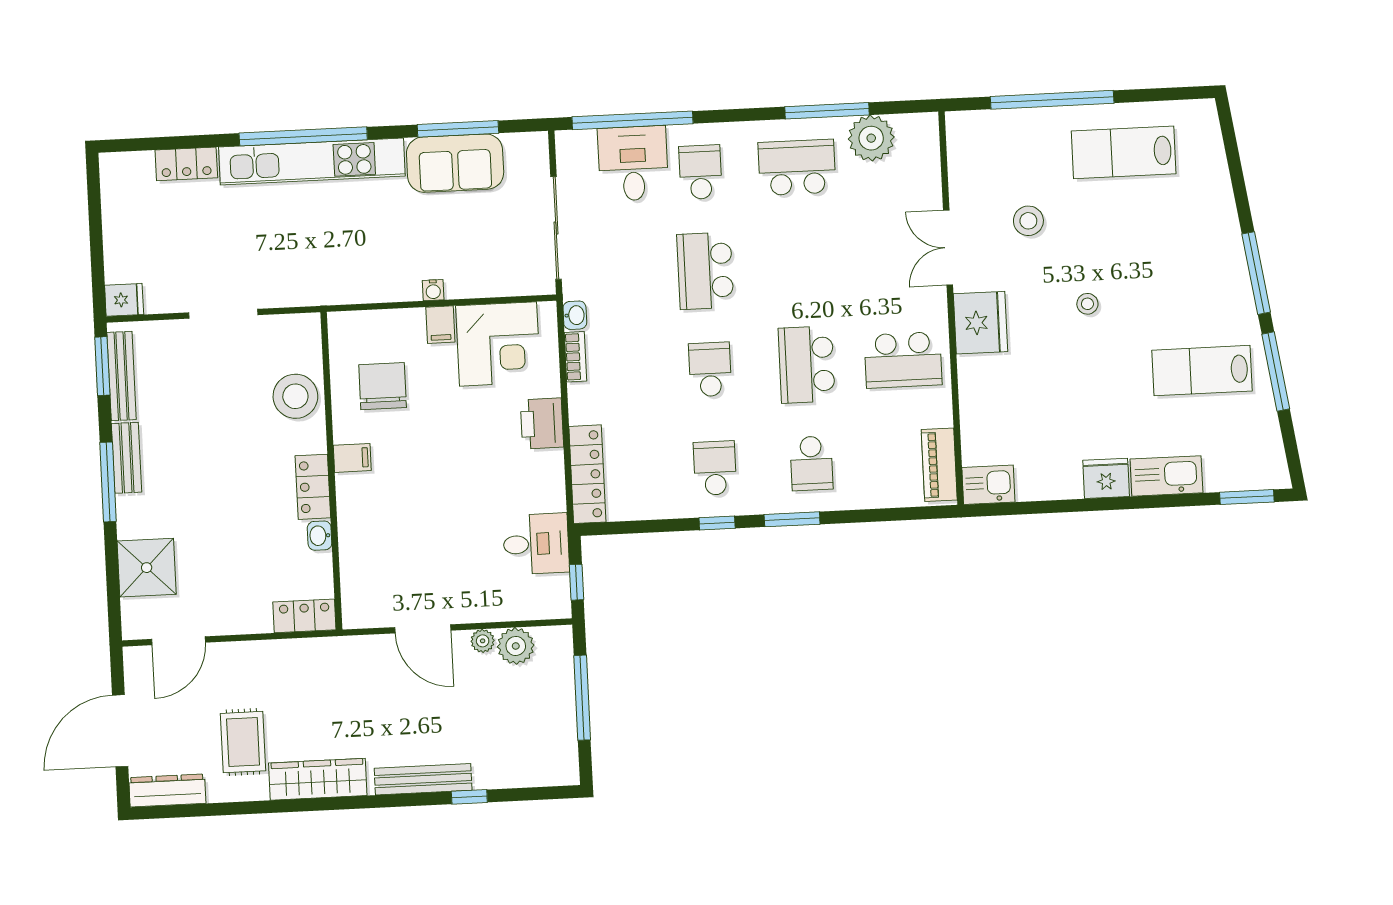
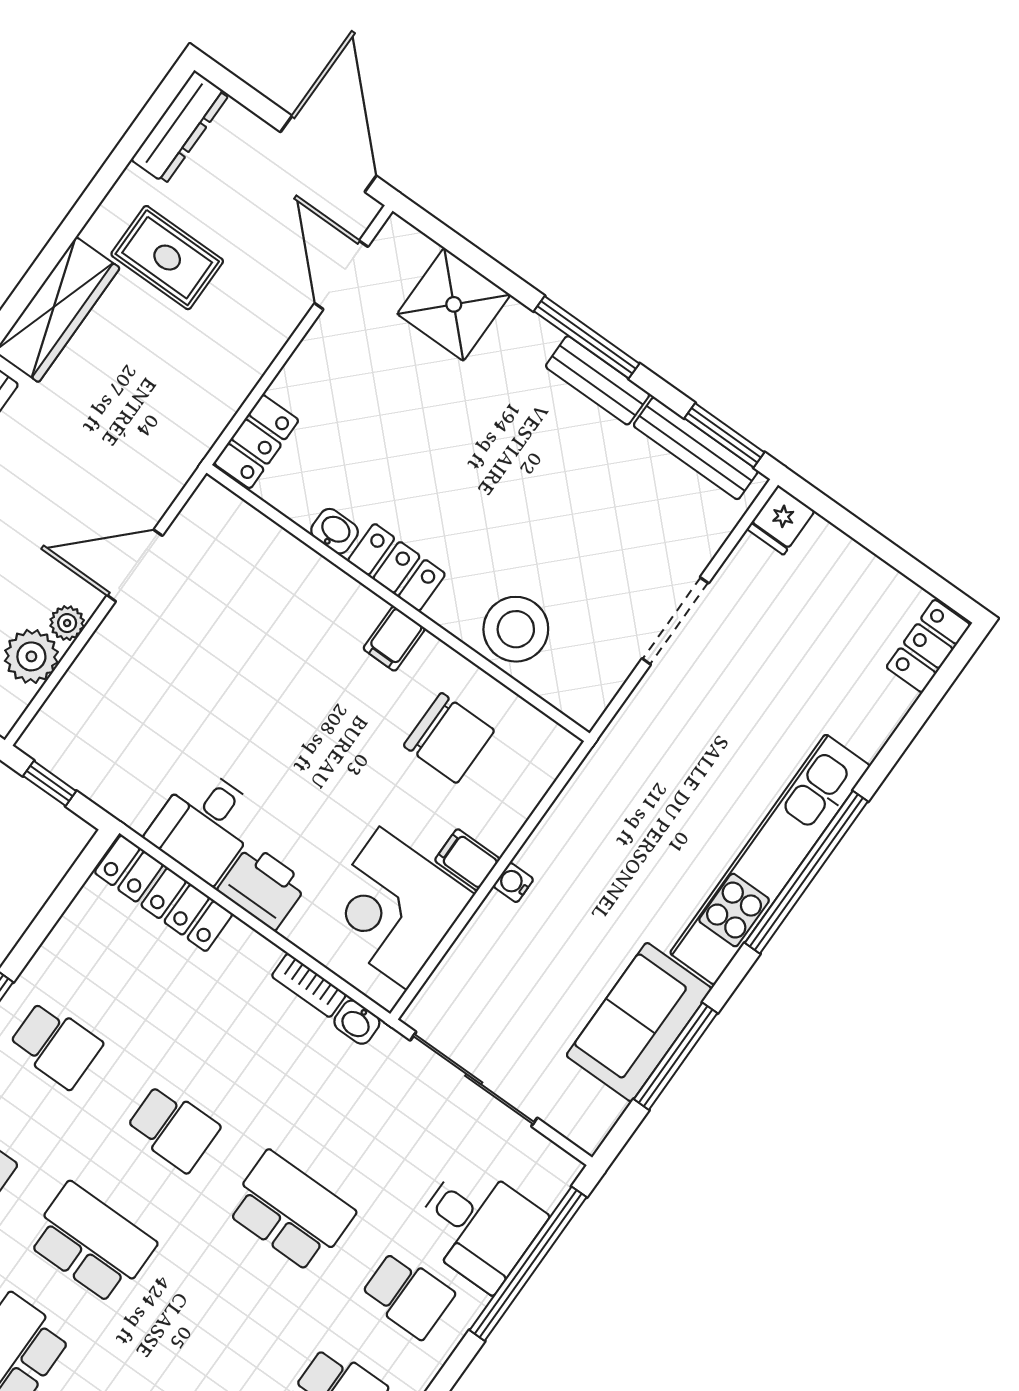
locker: (186, 164) -> (928, 646), moved
desk: (536, 544) -> (205, 825), moved
door: (120, 731) -> (328, 154), moved

